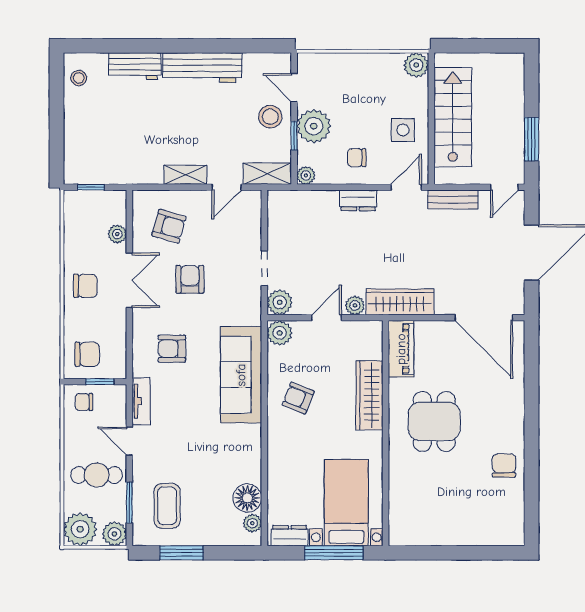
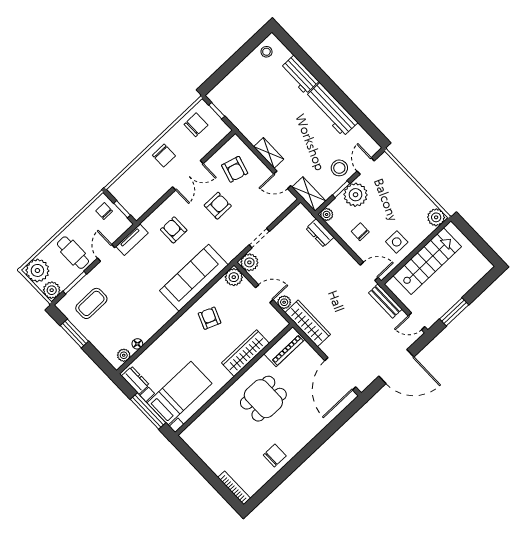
dresser: (358, 200) -> (320, 233), moved
plant: (117, 234) -> (206, 147), removed
chair: (87, 354) -> (196, 125), moved, turned -90
floor lamp: (247, 498) -> (137, 344), width x0.53, depth x0.53
bookcase: (498, 539) -> (234, 488), added

